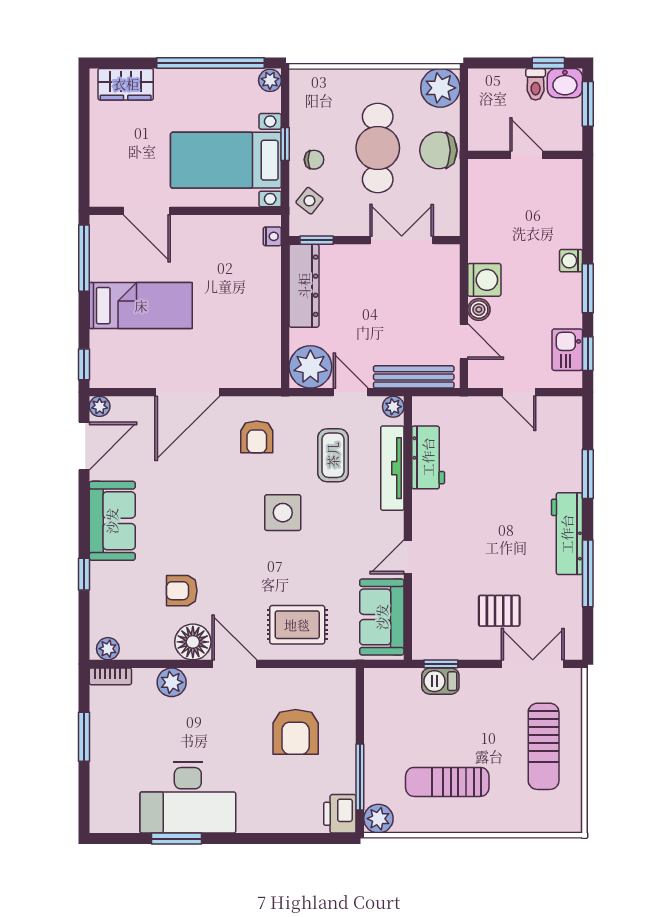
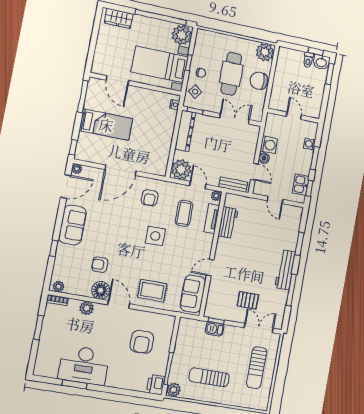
plant: (270, 80) -> (182, 35), width x1.88, depth x1.88
wall: (525, 155) -> (293, 116), moved
door: (526, 155) -> (294, 116), moved
bench: (414, 377) -> (233, 185), width x0.73
tv unit: (392, 468) -> (212, 219), width x0.71

